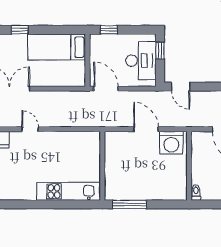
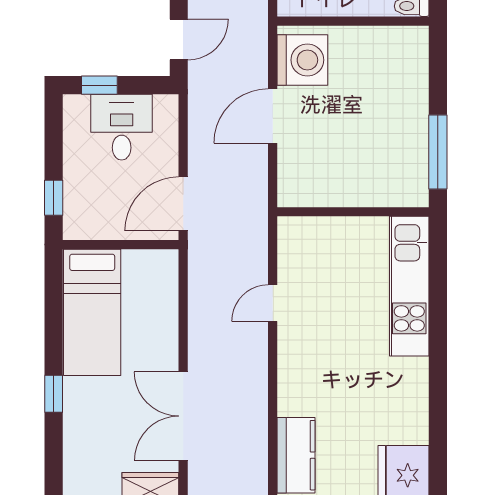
desk: (141, 61) -> (122, 127), width x0.73
door: (30, 129) -> (273, 303), moved

